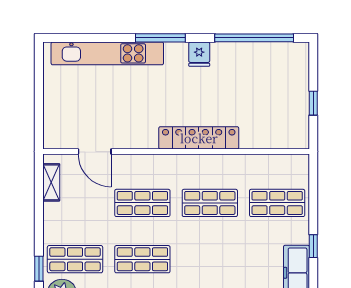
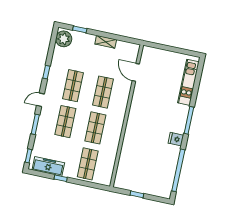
kitchen unit: (107, 53) -> (188, 82), width x0.73
locker: (199, 138) -> (131, 129), removed
door: (95, 151) -> (136, 72), hinge flipped
shelving: (51, 182) -> (106, 42), moved
shop shelf: (75, 259) -> (65, 122), moved

